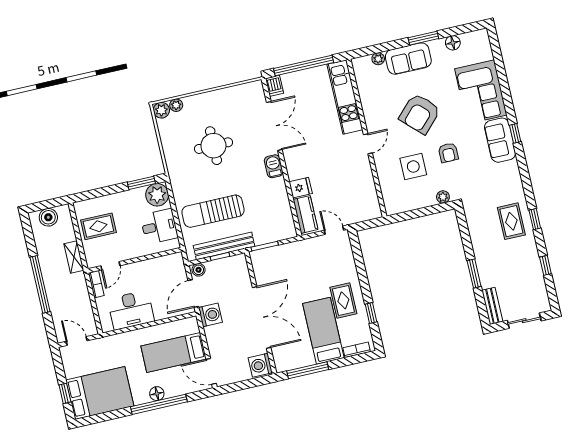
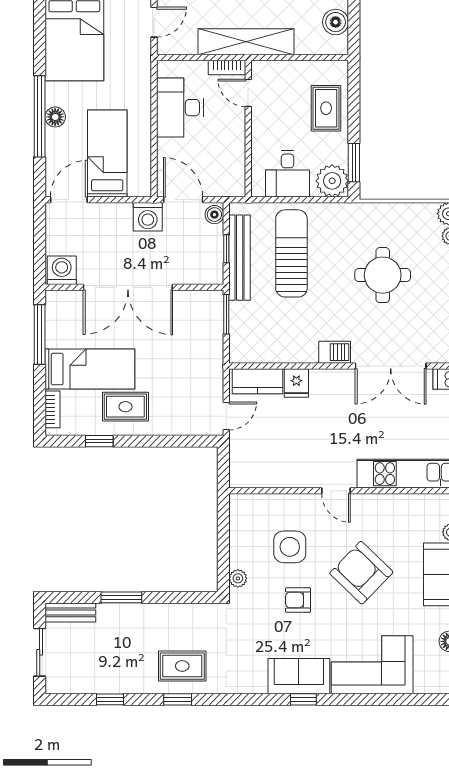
rug: (98, 226) -> (326, 108), moved
shelving: (74, 257) -> (246, 42), width x2.20, depth x1.33

